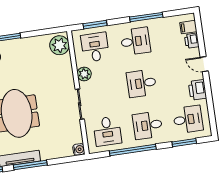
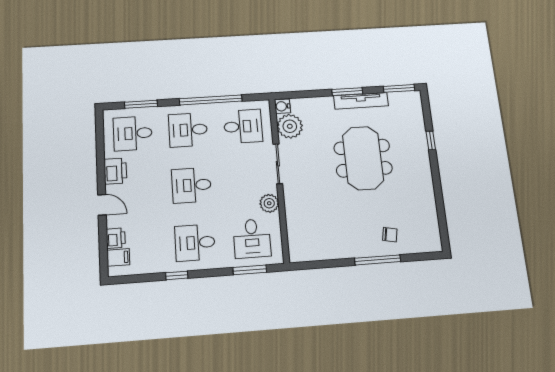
window: (146, 17) -> (177, 275), width x0.46
plant: (59, 45) -> (290, 126), moved
desk: (142, 83) -> (191, 185), turned 180
desk: (148, 125) -> (188, 130), turned 180
desk: (107, 131) -> (243, 126), turned 90
window: (30, 165) -> (347, 92), width x0.69

